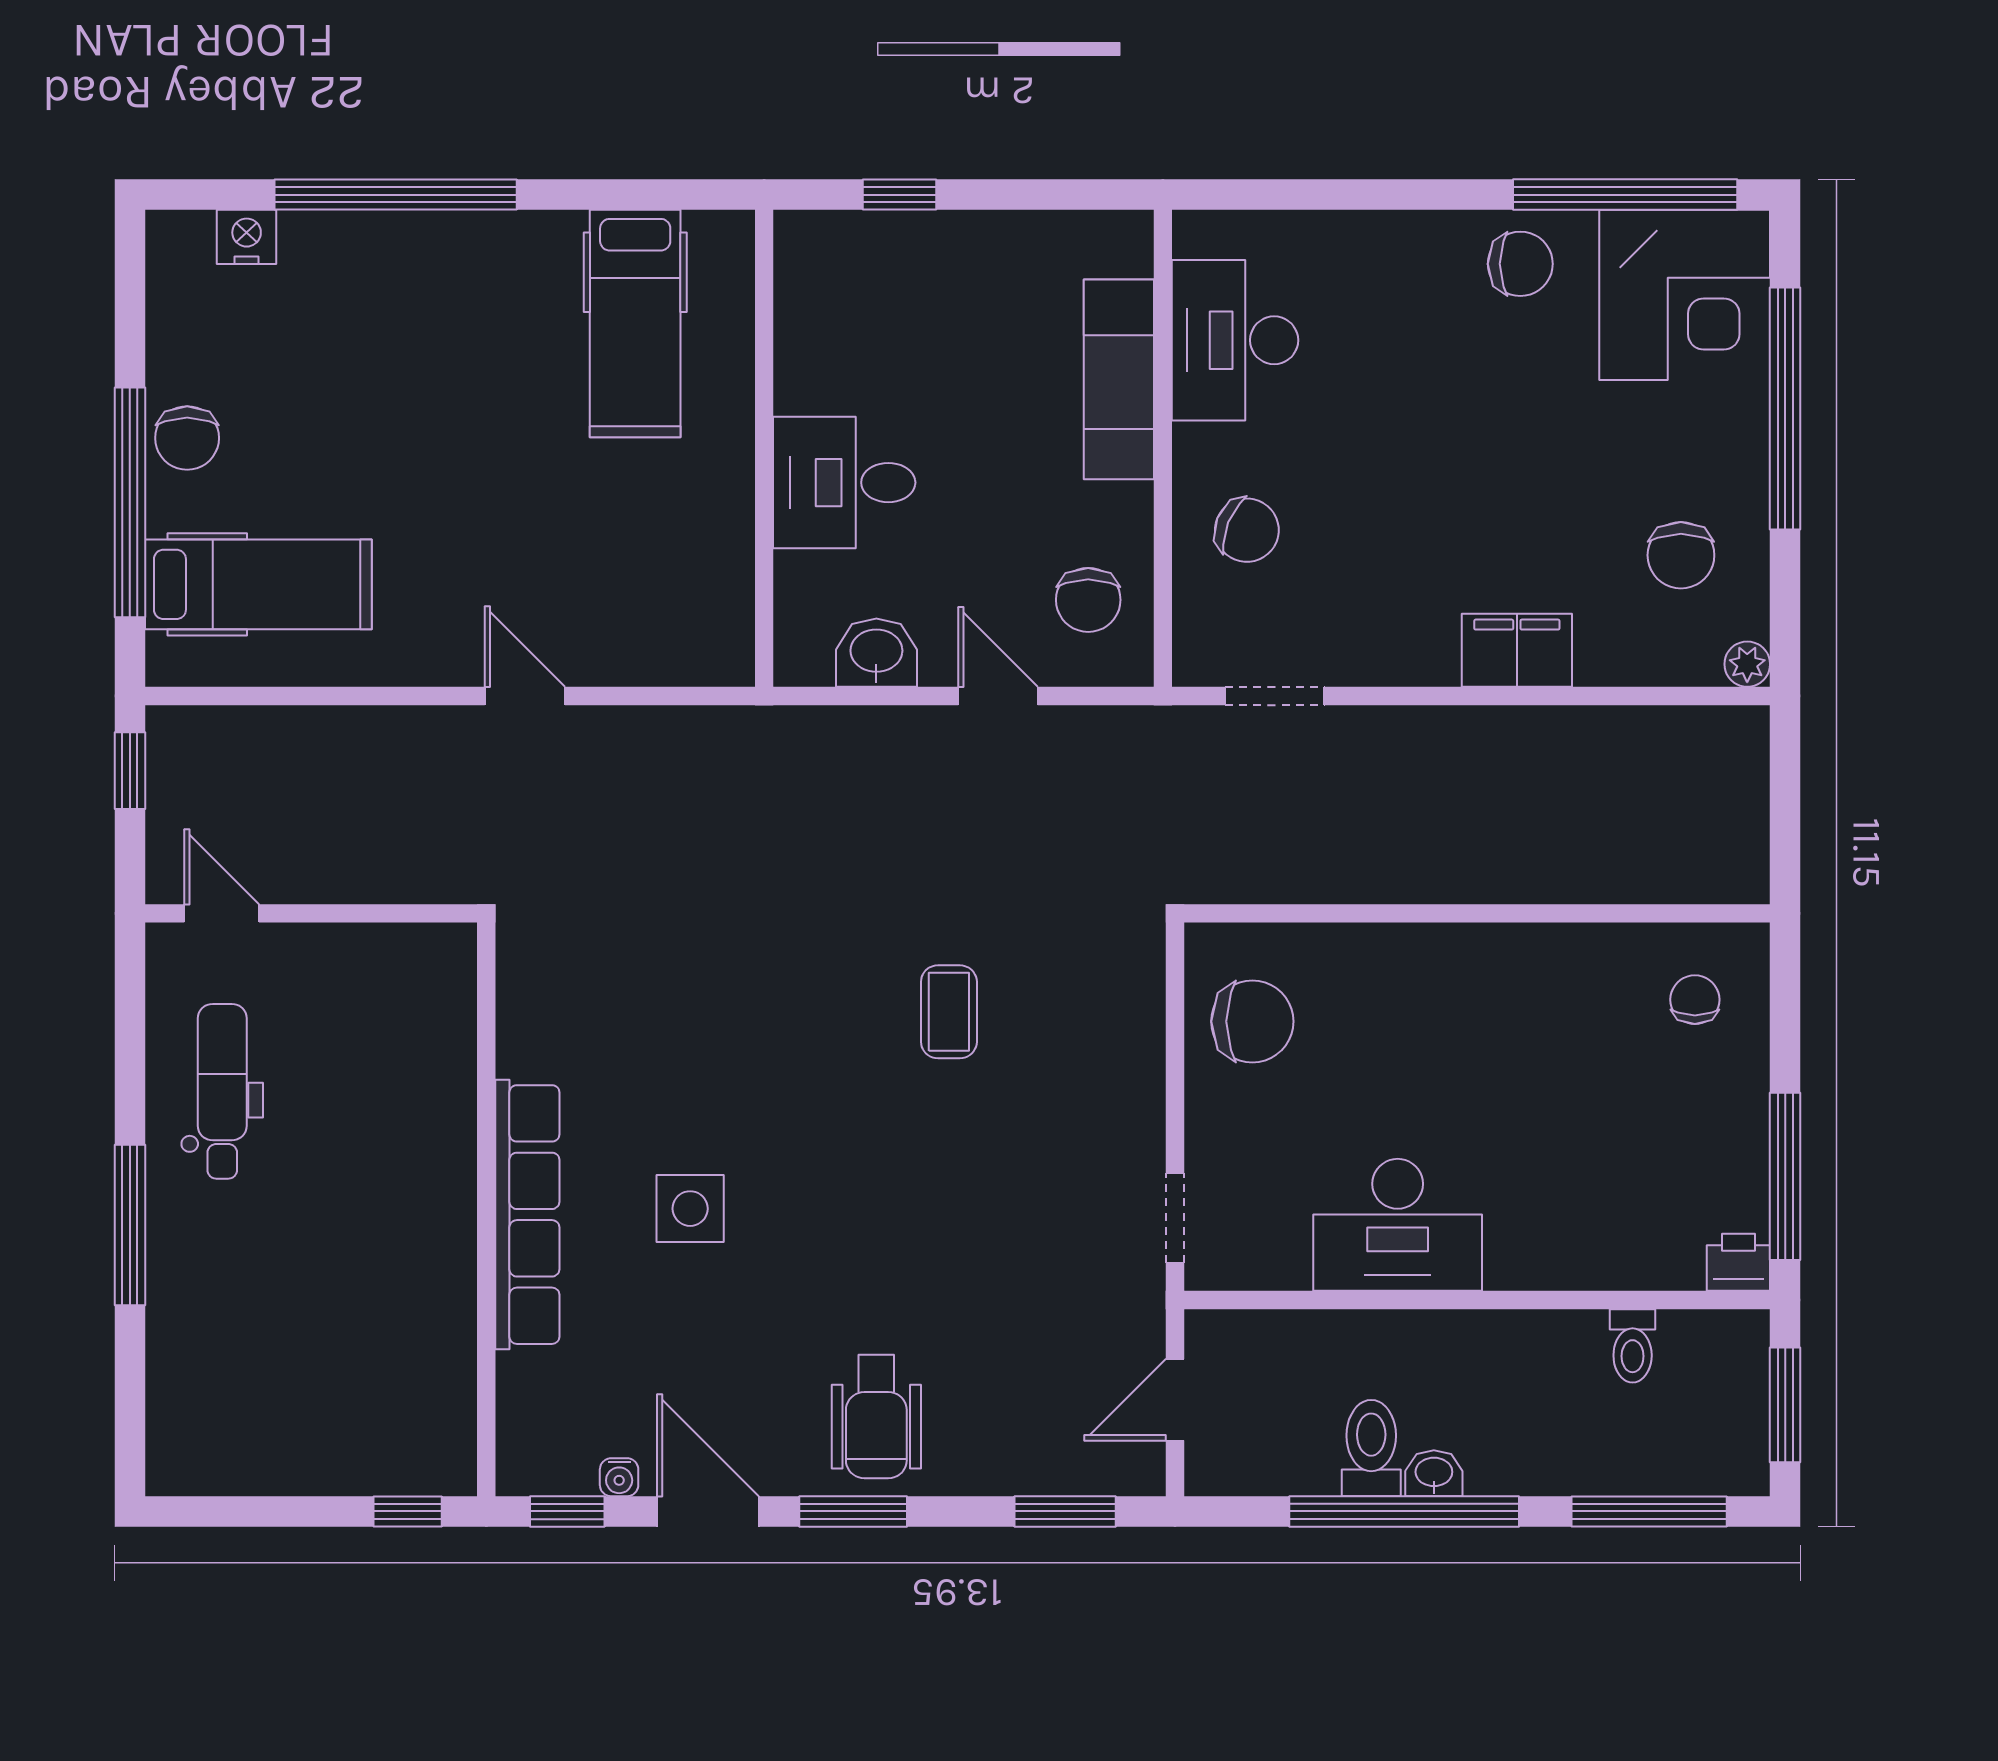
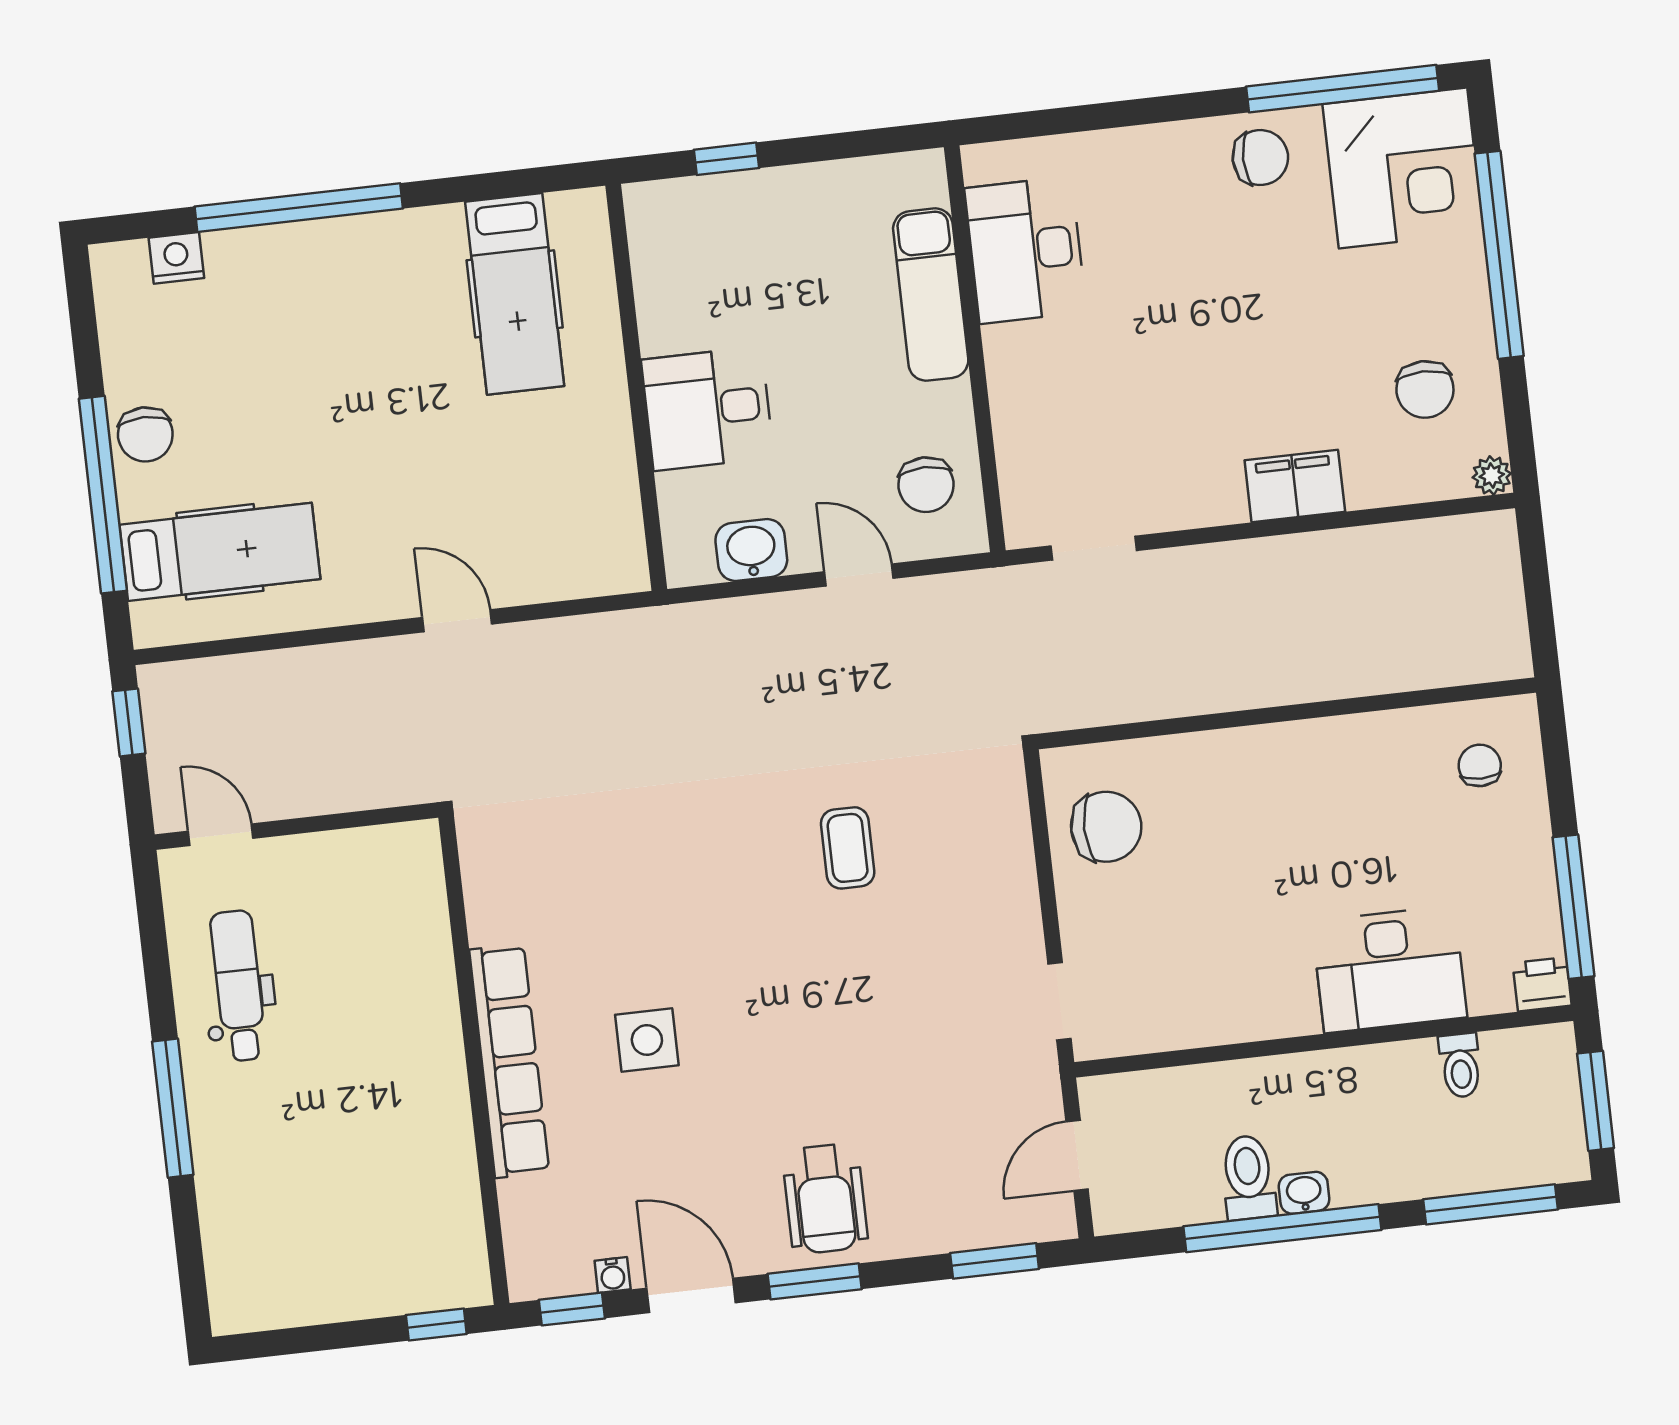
chair: (1247, 530) -> (1054, 410), removed
desk: (1398, 1225) -> (1389, 969), moved

